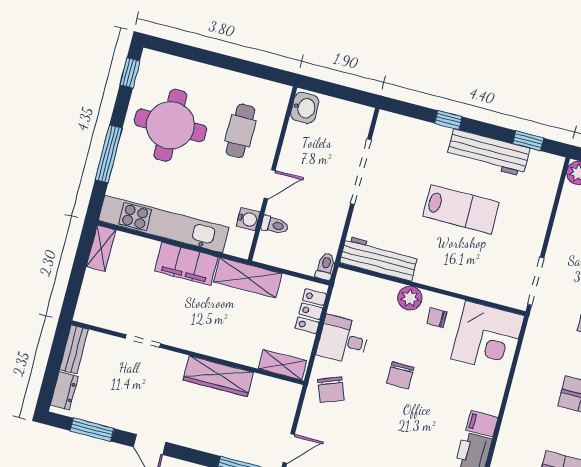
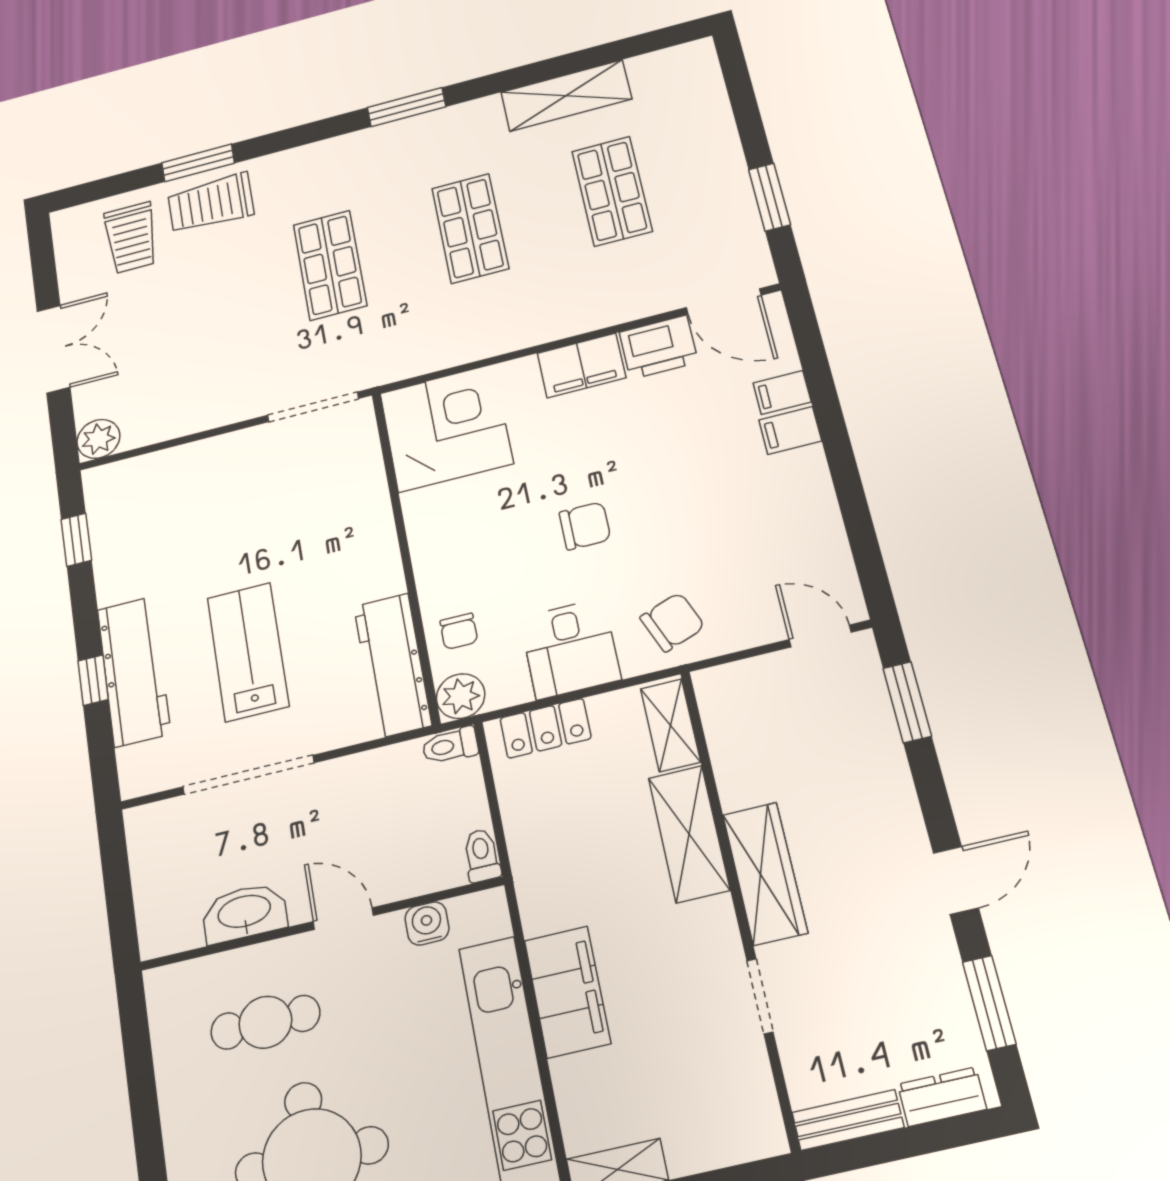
washbasin: (305, 108) -> (244, 913), moved, width x1.38
workbench: (488, 153) -> (134, 671), moved
lab bench: (461, 209) -> (248, 652), moved
toilet: (275, 225) -> (482, 855), moved
shelving: (248, 278) -> (689, 834), moved
plant: (410, 298) -> (461, 696), moved
chair: (437, 318) -> (459, 631), moved
wardrobe: (218, 376) -> (765, 873), moved
filing cabinet: (482, 424) -> (581, 365), width x2.00

